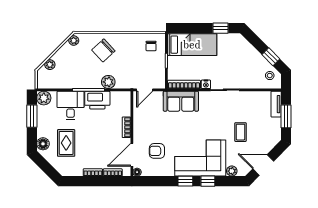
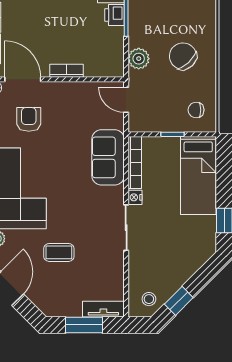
chair: (103, 50) -> (183, 56), moved
plant: (108, 82) -> (139, 59), moved
printer: (97, 100) -> (114, 15), width x0.53, depth x0.68

